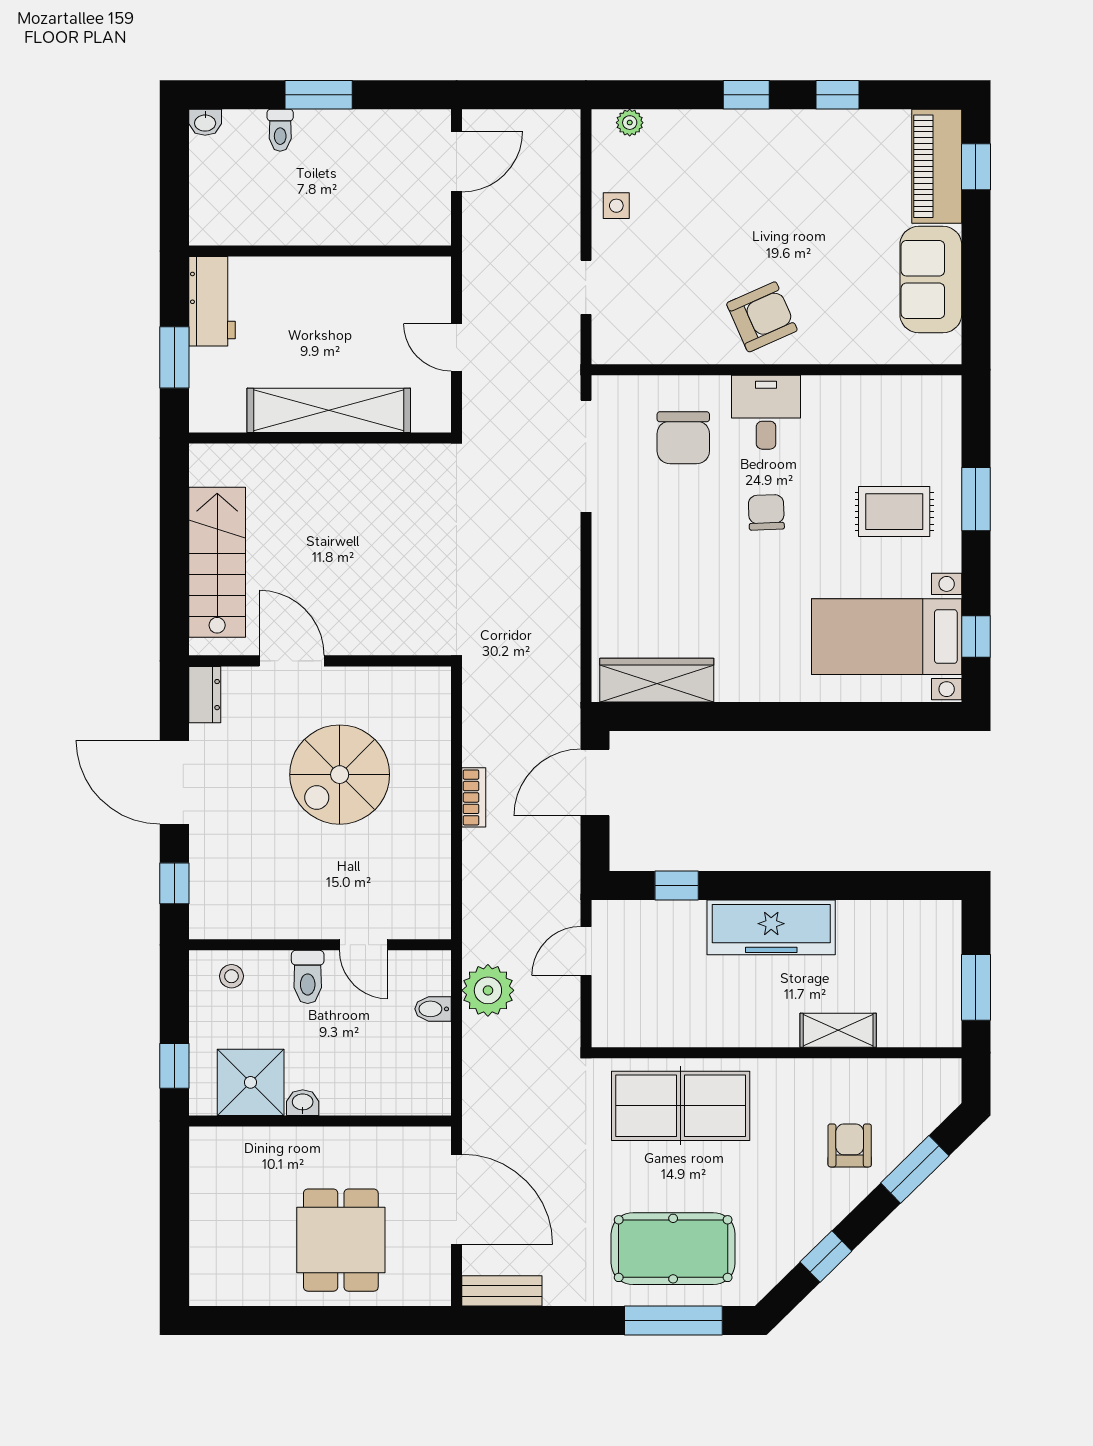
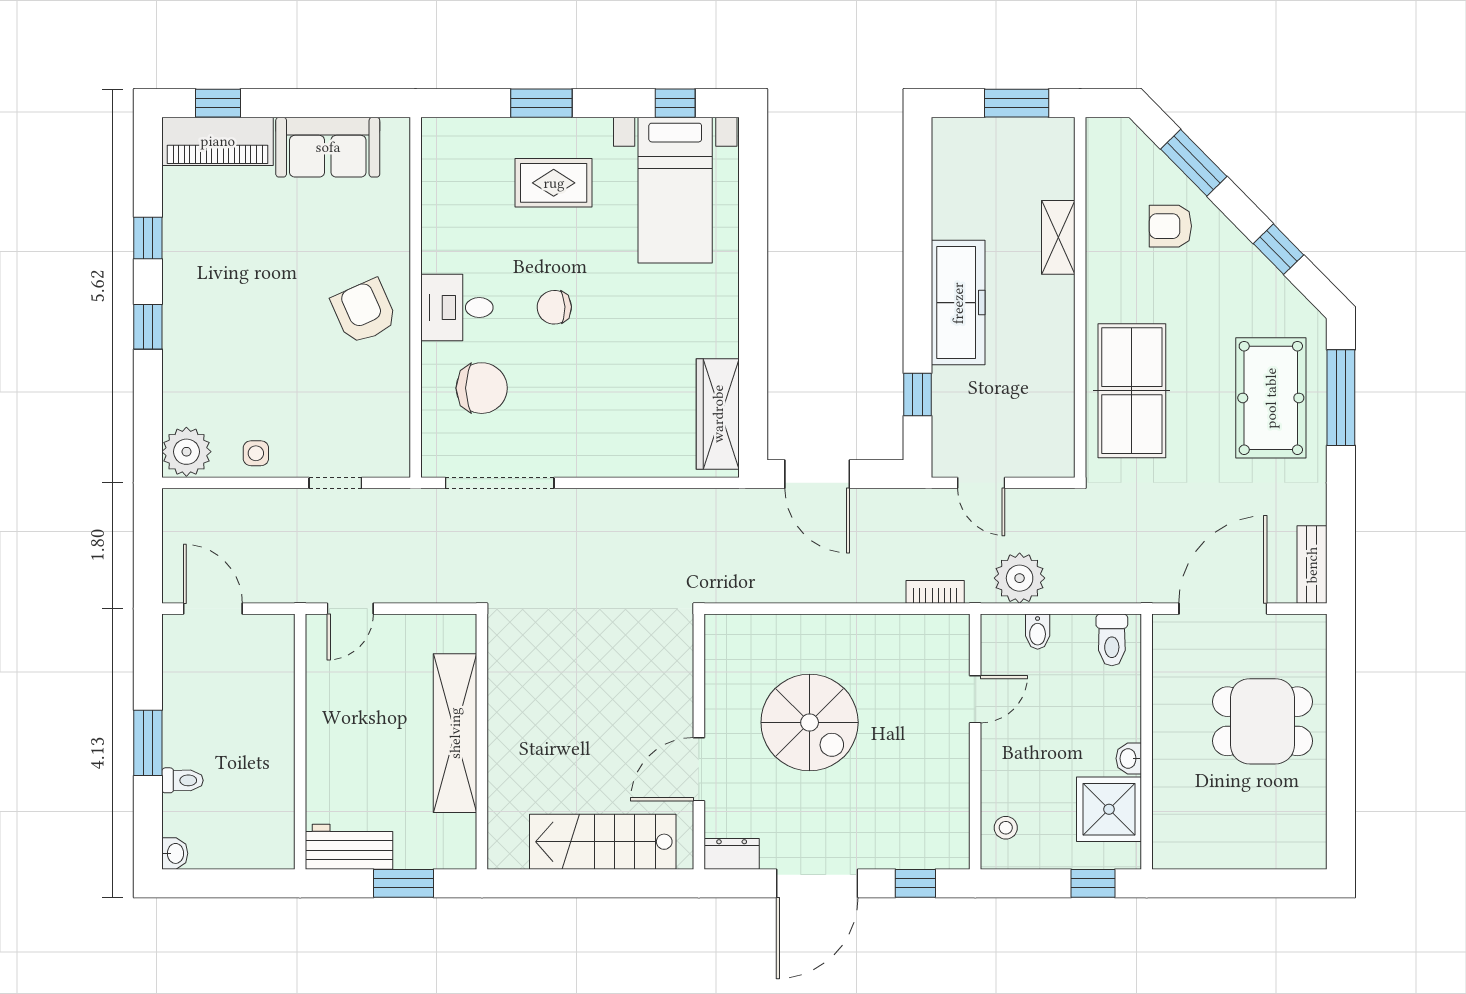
plant: (630, 123) -> (186, 452), width x1.87, depth x1.87
door: (457, 347) -> (350, 609), moved
rug: (894, 512) -> (554, 183), turned 90
bookcase: (474, 797) -> (935, 592), moved
toilet: (308, 977) -> (1112, 640), moved, turned 90

